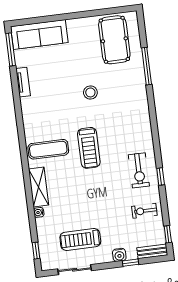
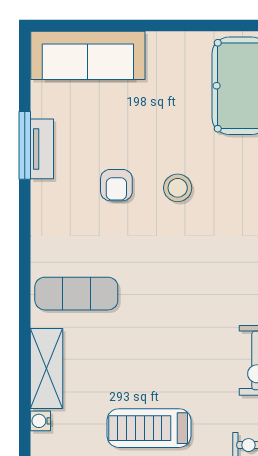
window: (11, 49) -> (25, 145), moved
armchair: (61, 95) -> (116, 185), added
treadmill: (89, 148) -> (149, 428), moved, turned 90

